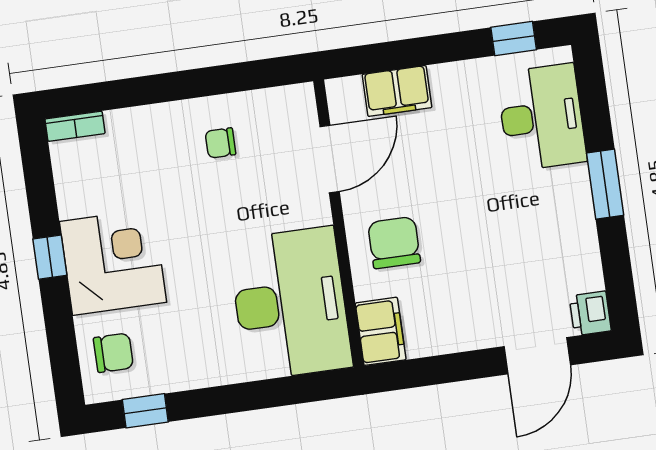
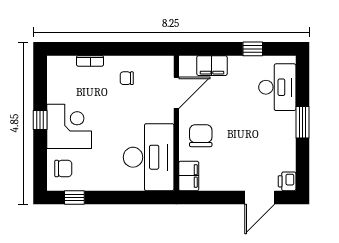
window: (514, 39) -> (253, 49), moved
bookcase: (75, 126) -> (90, 61), moved

